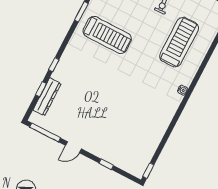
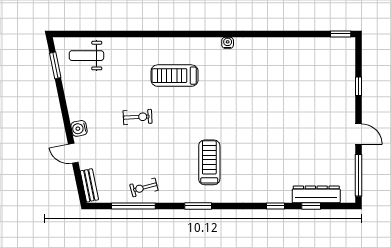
treadmill: (107, 35) -> (209, 162), width x0.73, depth x0.73
treadmill: (179, 42) -> (175, 76), width x0.73, depth x0.73

